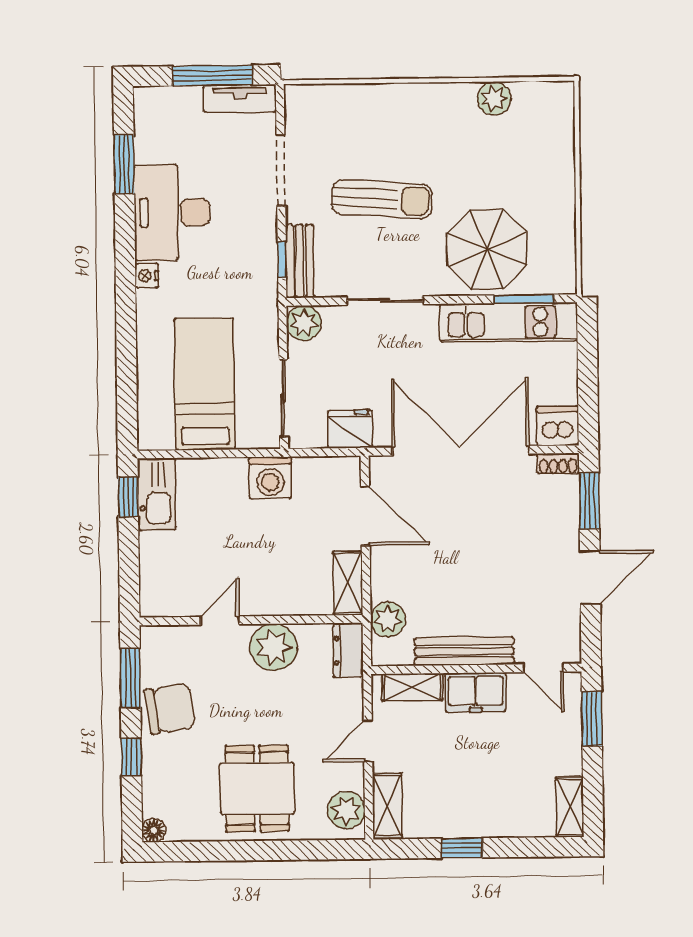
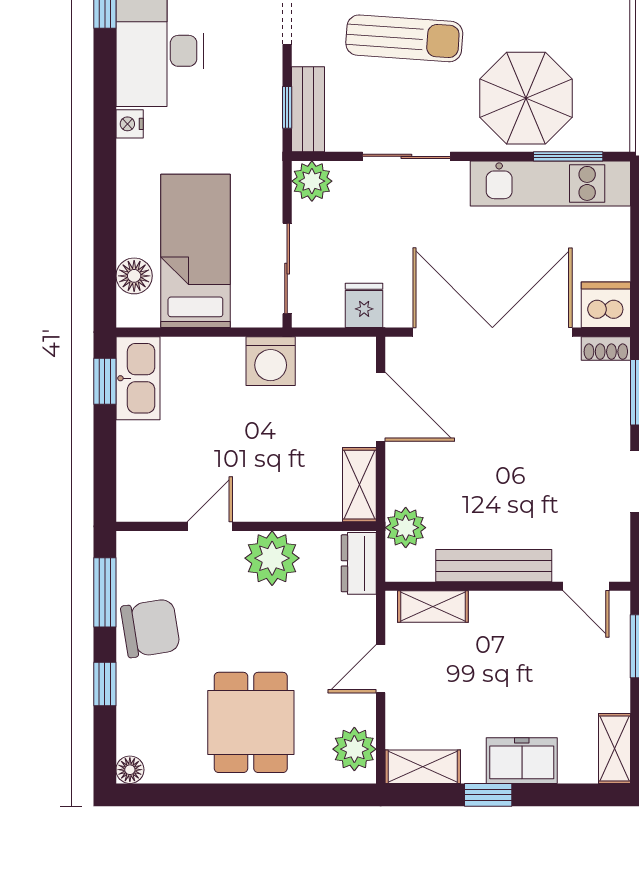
floor lamp: (152, 406) -> (134, 276), added
fridge: (350, 429) -> (364, 305), width x0.72
freezer: (476, 692) -> (522, 761), moved, turned 180
shelving: (387, 806) -> (423, 767), moved, turned 90

